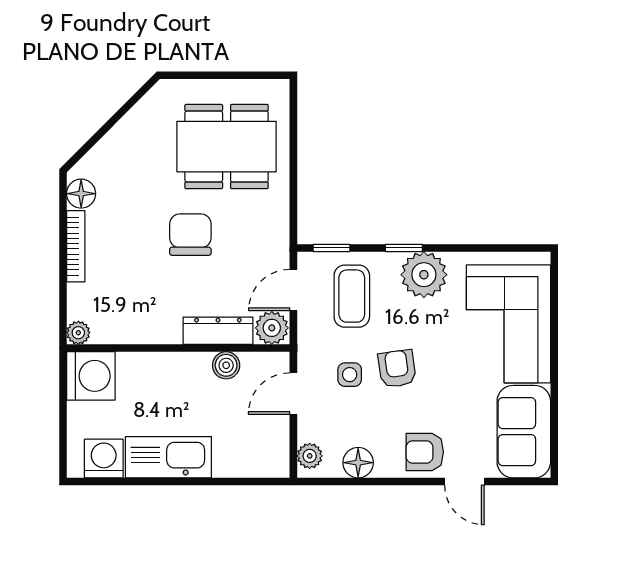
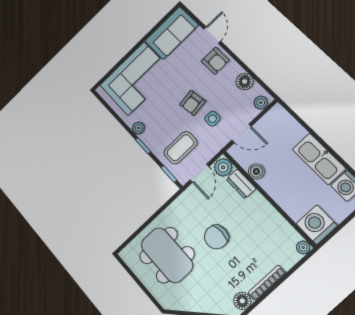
plant: (424, 275) -> (138, 128), width x0.53, depth x0.53
door: (293, 290) -> (200, 173), hinge flipped
dresser: (218, 331) -> (241, 184), width x0.70

